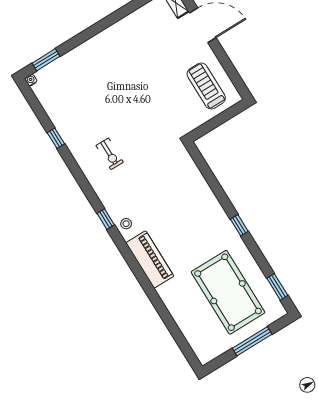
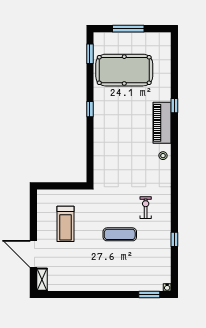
treadmill: (206, 86) -> (65, 224), moved
exercise mat: (120, 106) -> (120, 234), added
window: (106, 219) -> (174, 106), moved
pool table: (228, 292) -> (124, 70), turned 90

